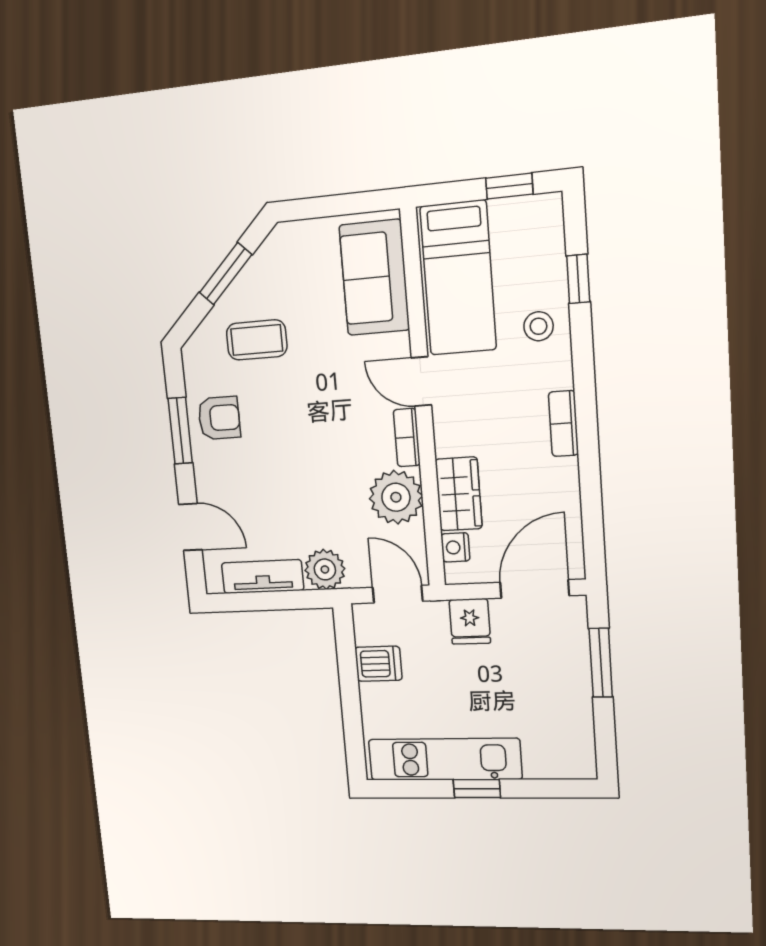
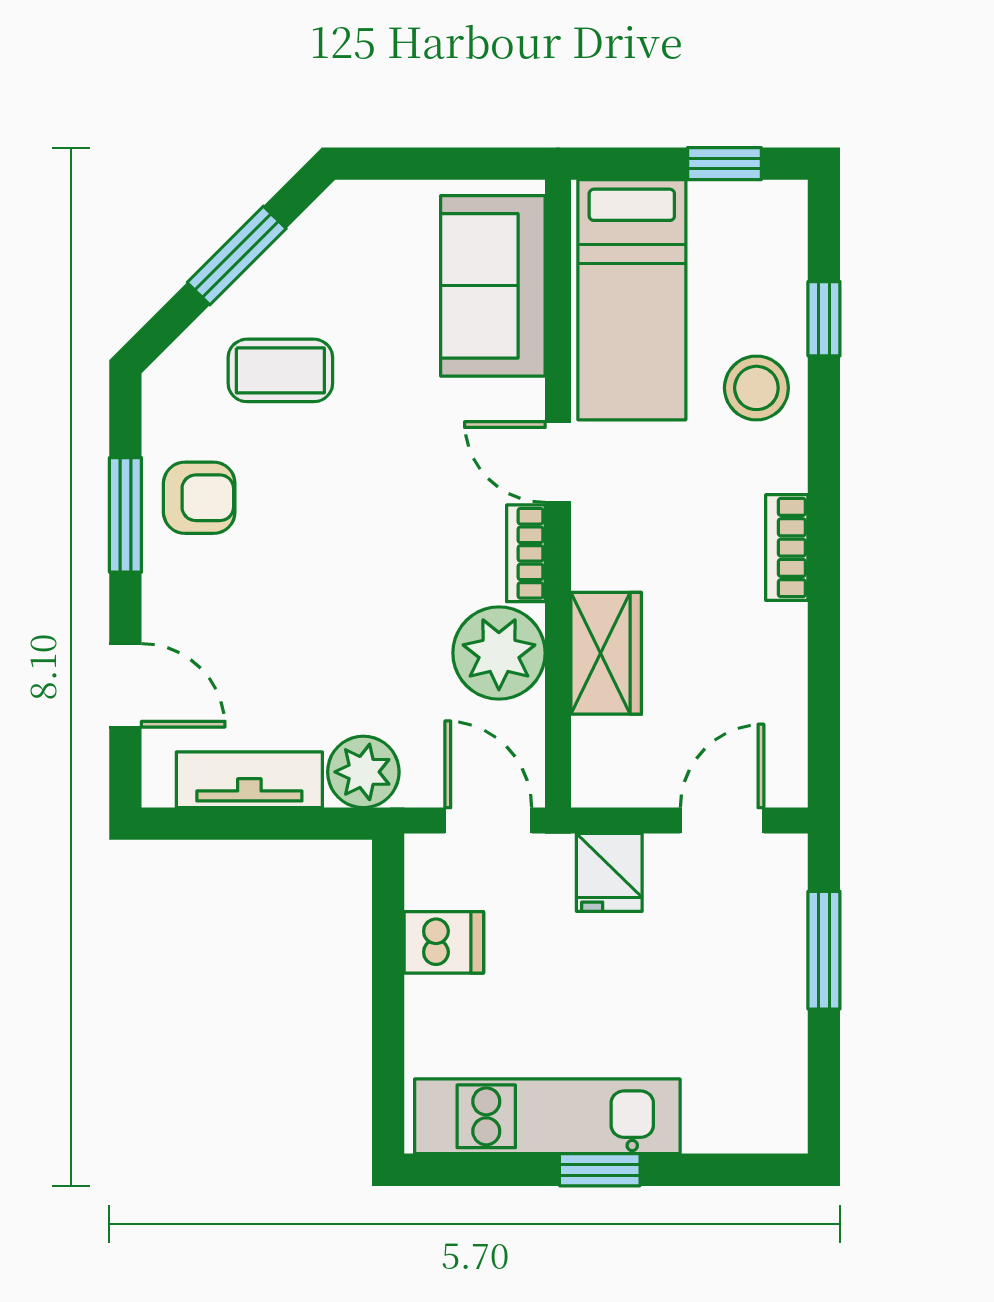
stool: (539, 326) -> (756, 388), width x1.37, depth x1.37
nightstand: (455, 547) -> (594, 744), removed
door: (534, 589) -> (722, 820), width x0.73

